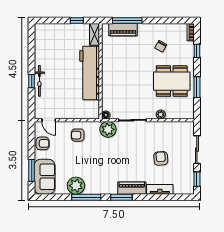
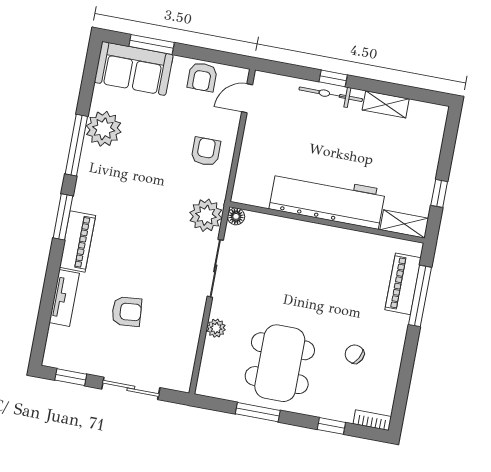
shelving: (39, 54) -> (386, 104), added

